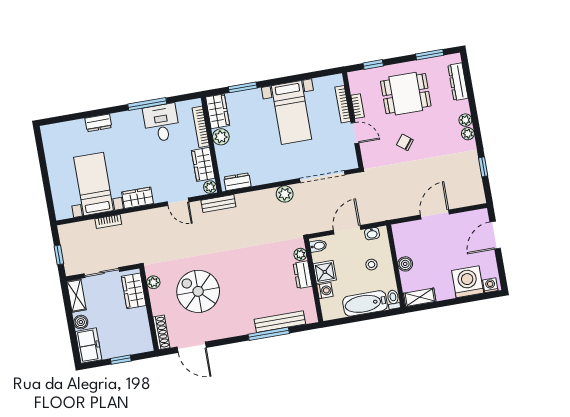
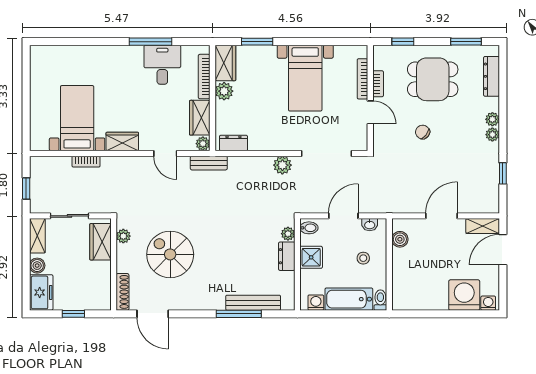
dresser: (98, 123) -> (94, 53), removed
boiler: (405, 264) -> (400, 239), moved
washing machine: (325, 291) -> (316, 303), moved, turned -90
shelving: (420, 297) -> (483, 226), moved

